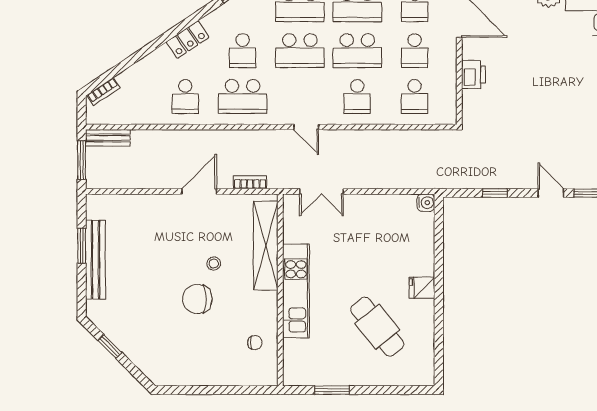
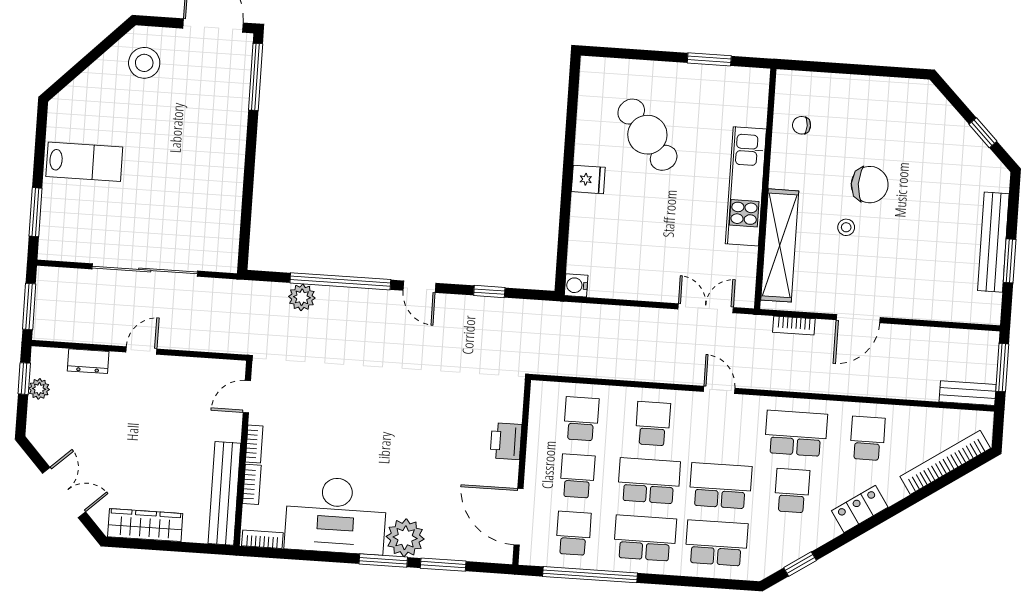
bookcase: (103, 91) -> (945, 462), width x2.31, depth x1.31

